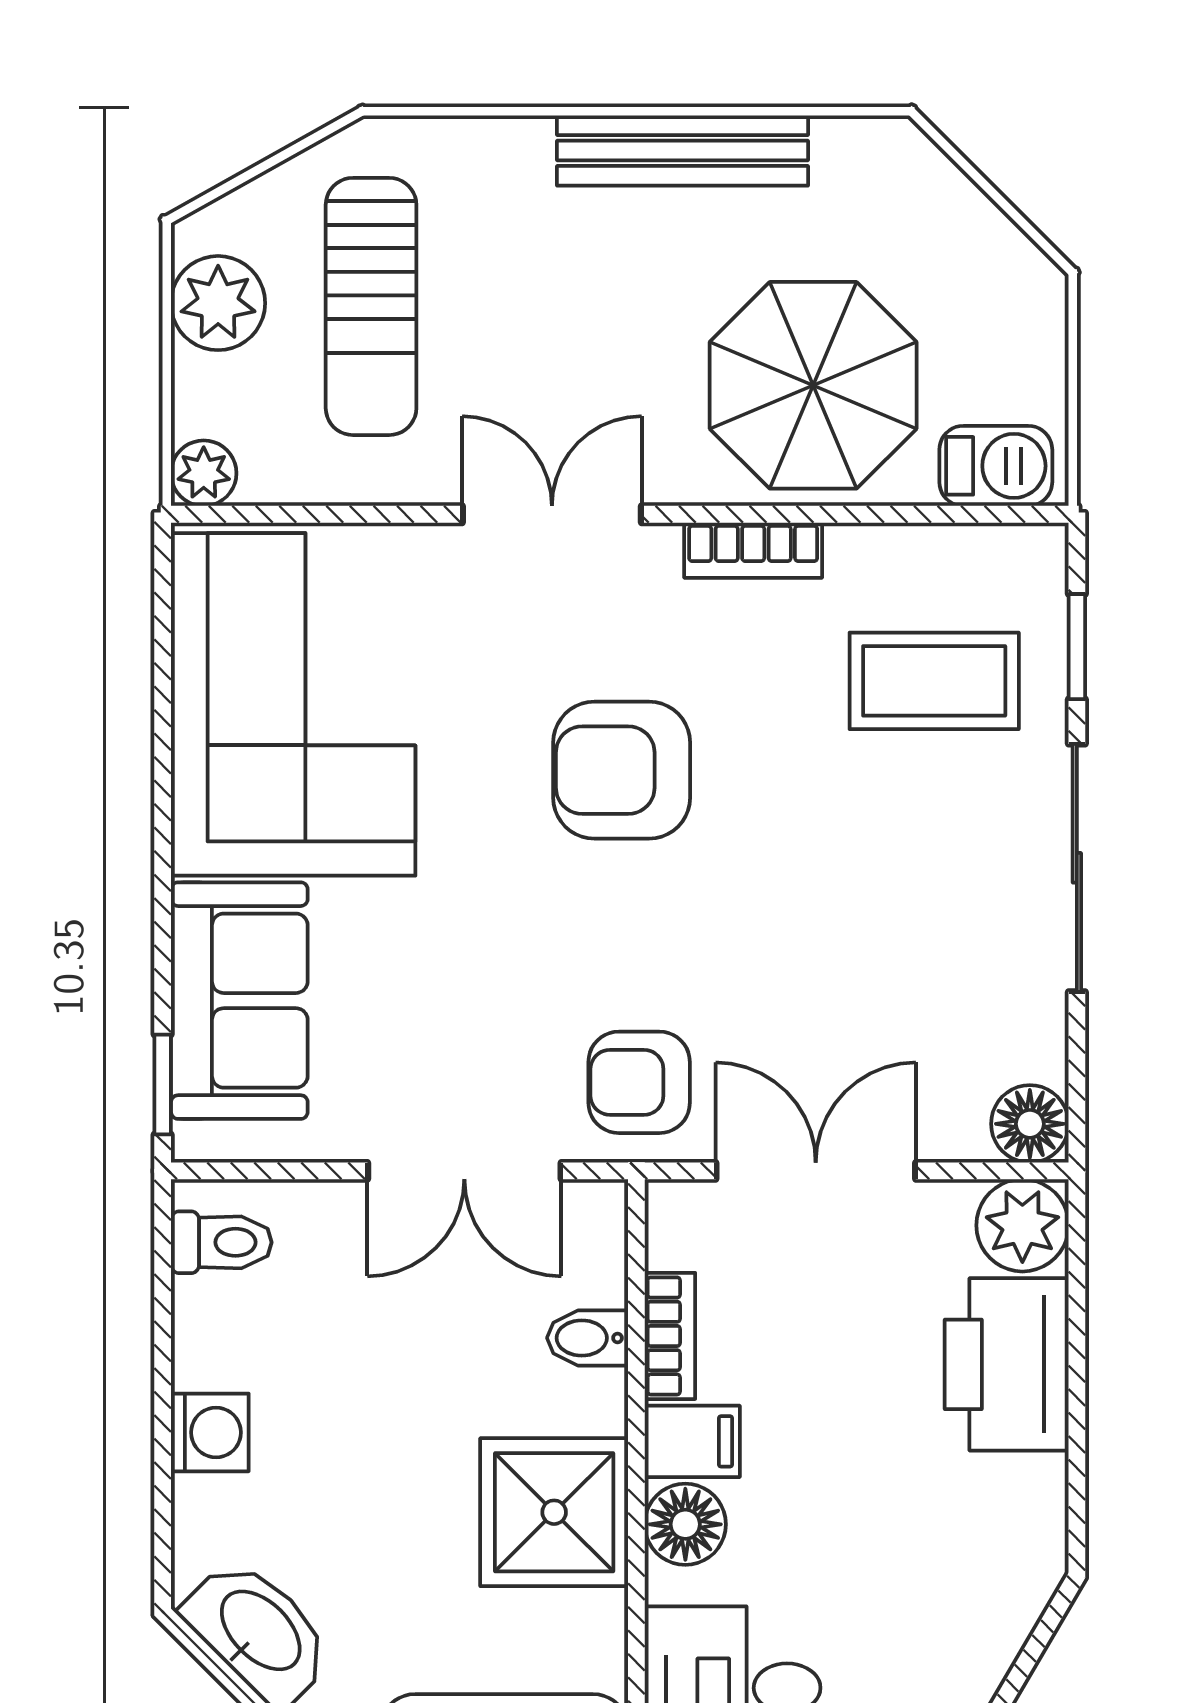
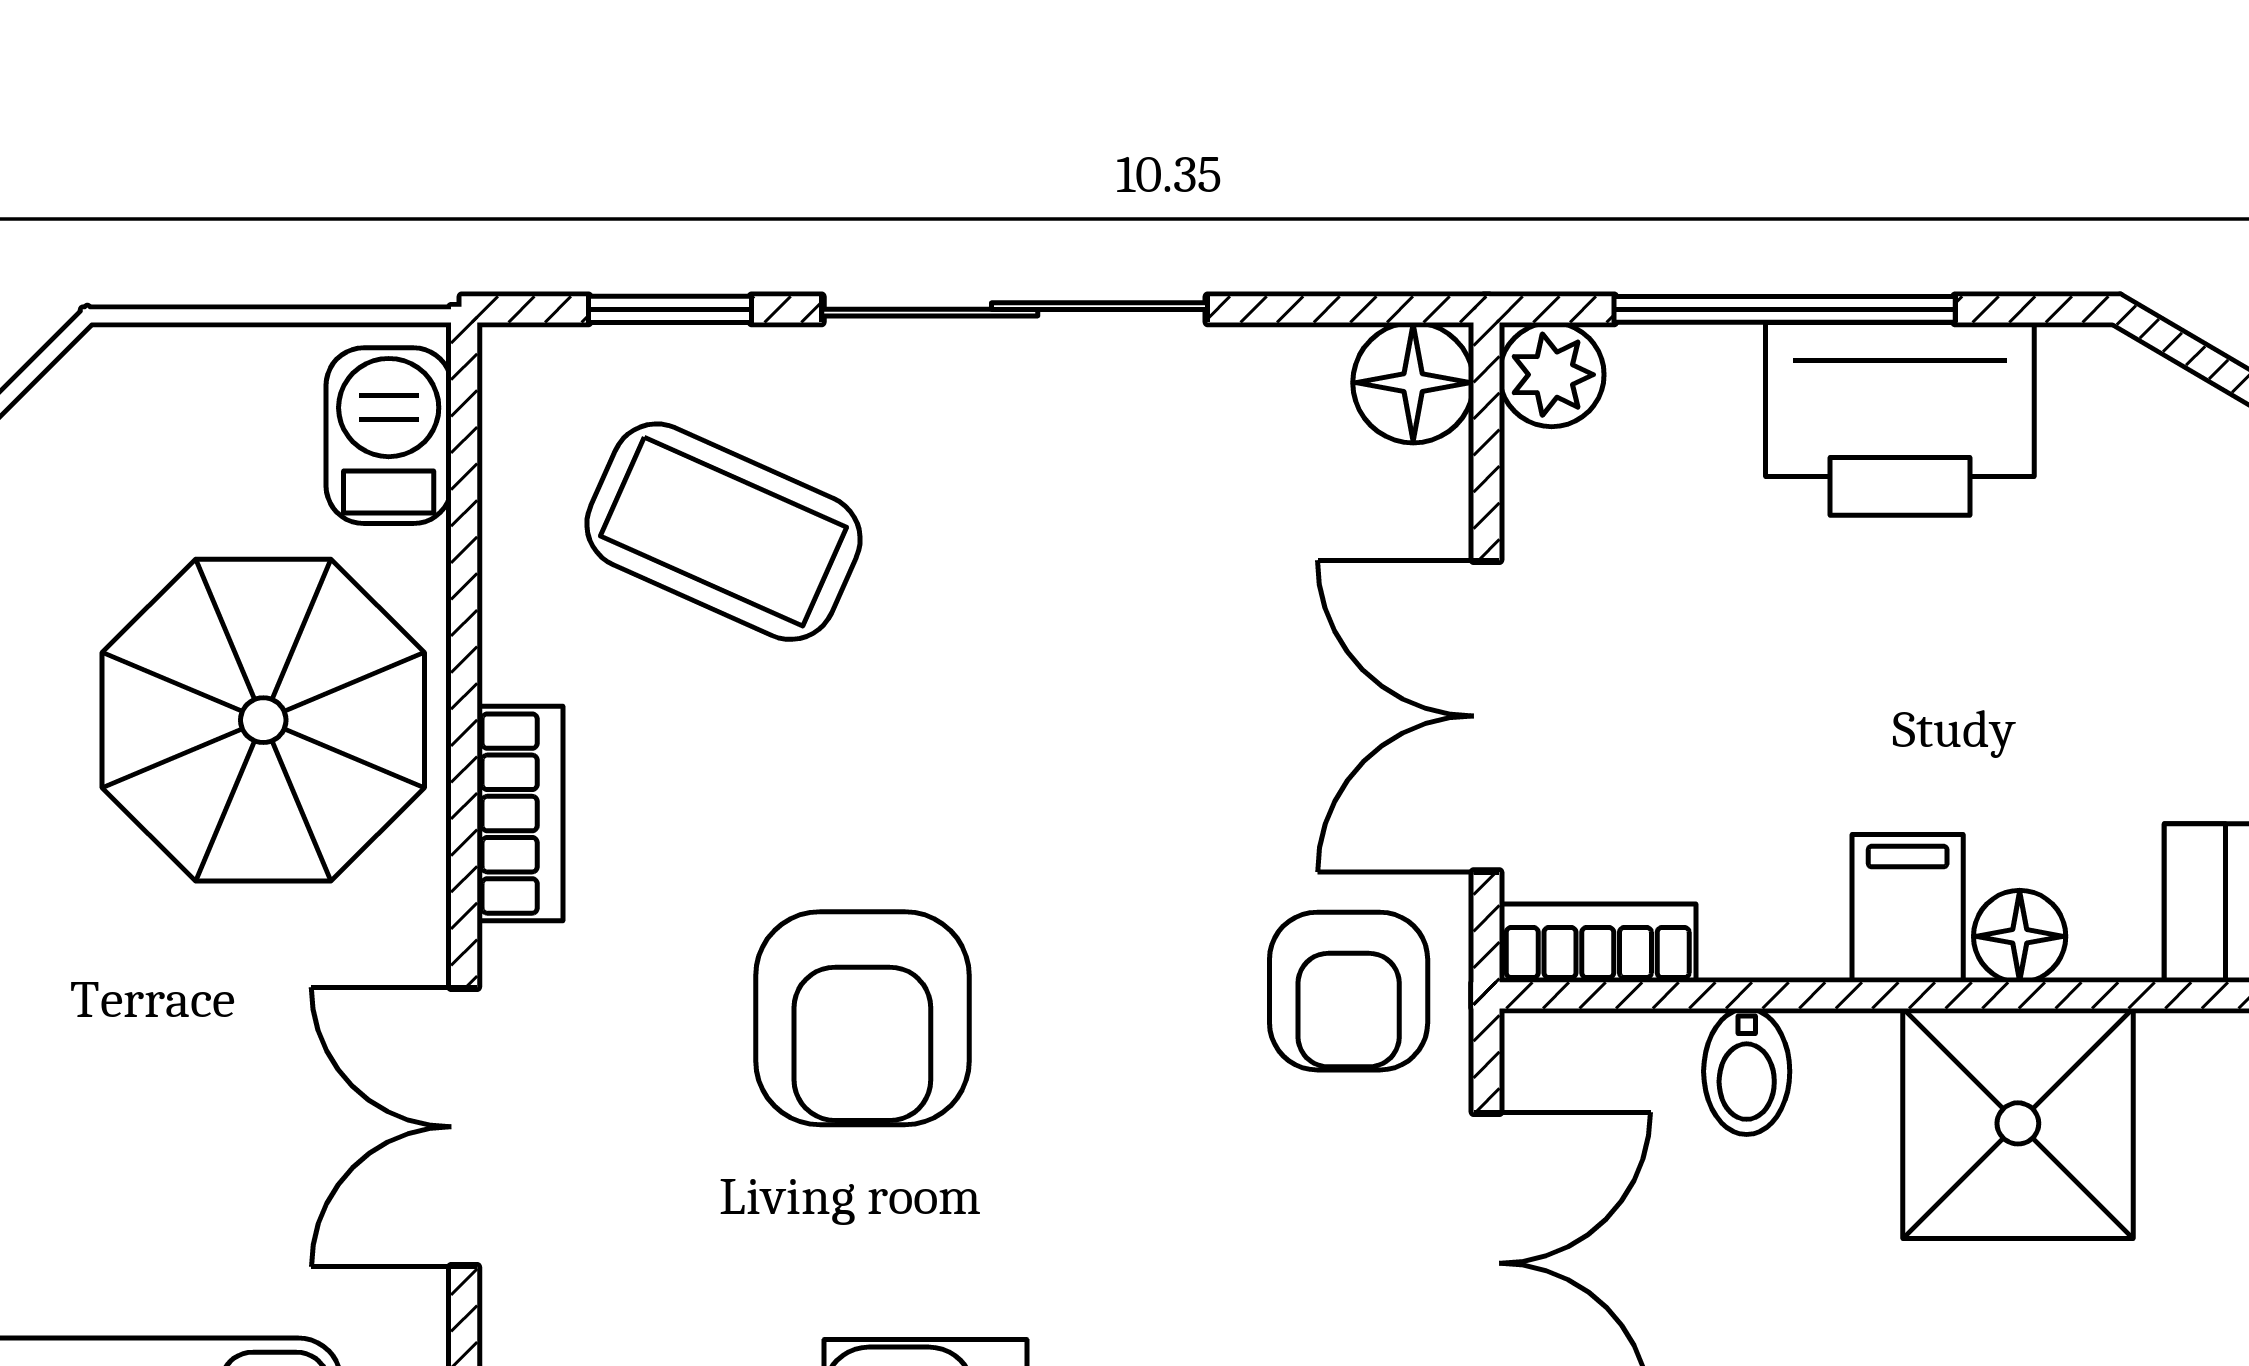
coffee table: (934, 681) -> (724, 532), turned -66
plant: (1022, 1225) -> (1552, 375), width x0.73, depth x0.73
bookcase: (670, 1336) -> (1598, 943), moved
window: (1077, 1362) -> (1785, 309), added
printer: (1007, 1364) -> (1900, 419), moved
floor lamp: (685, 1524) -> (2020, 936), width x0.73, depth x0.73

